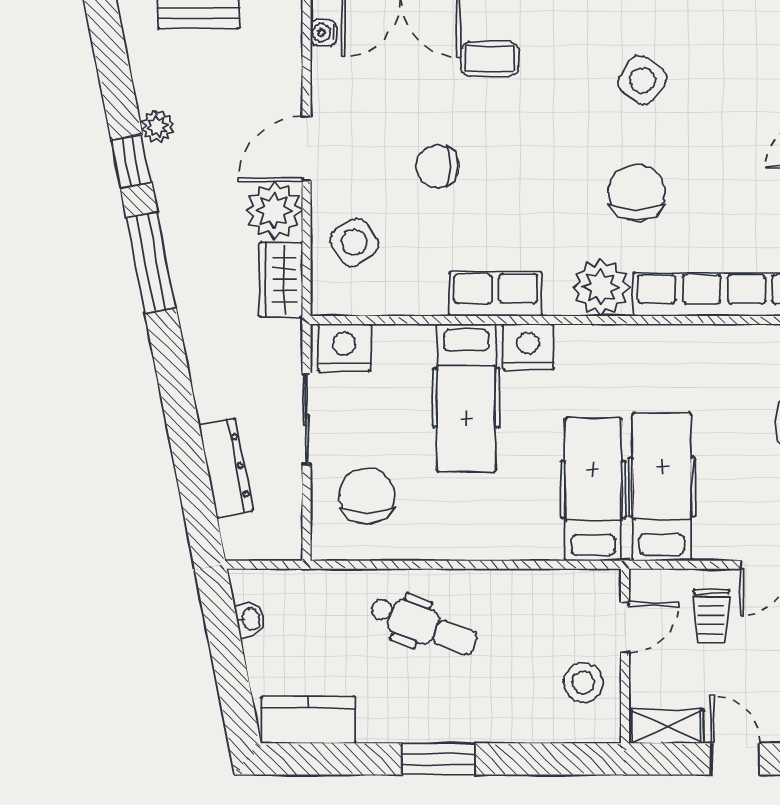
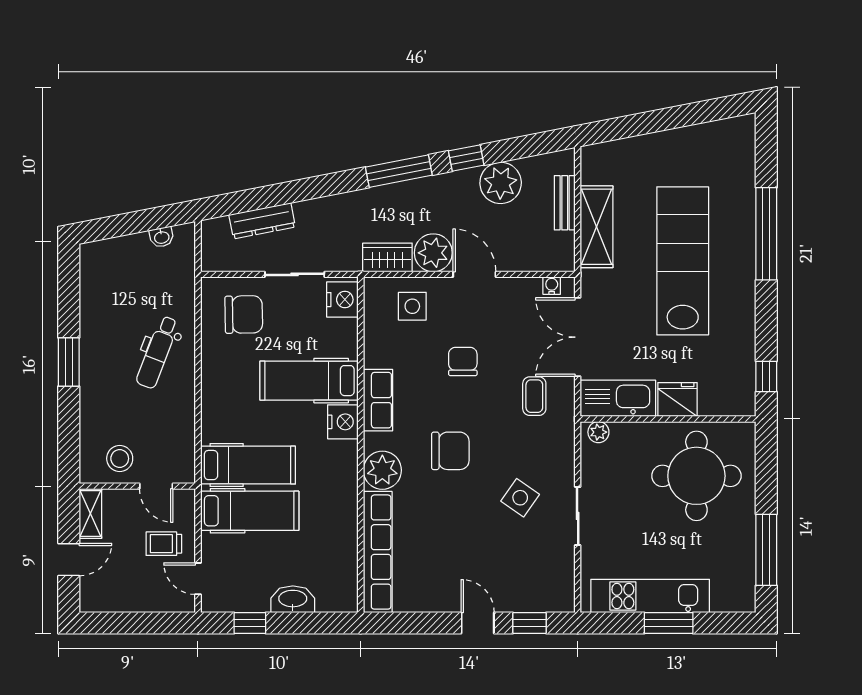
plant: (157, 127) -> (501, 183), width x1.88, depth x1.88
chair: (637, 192) -> (450, 451), moved
side table: (354, 242) -> (412, 306), turned 34
kitchen counter: (308, 720) -> (95, 276), removed

